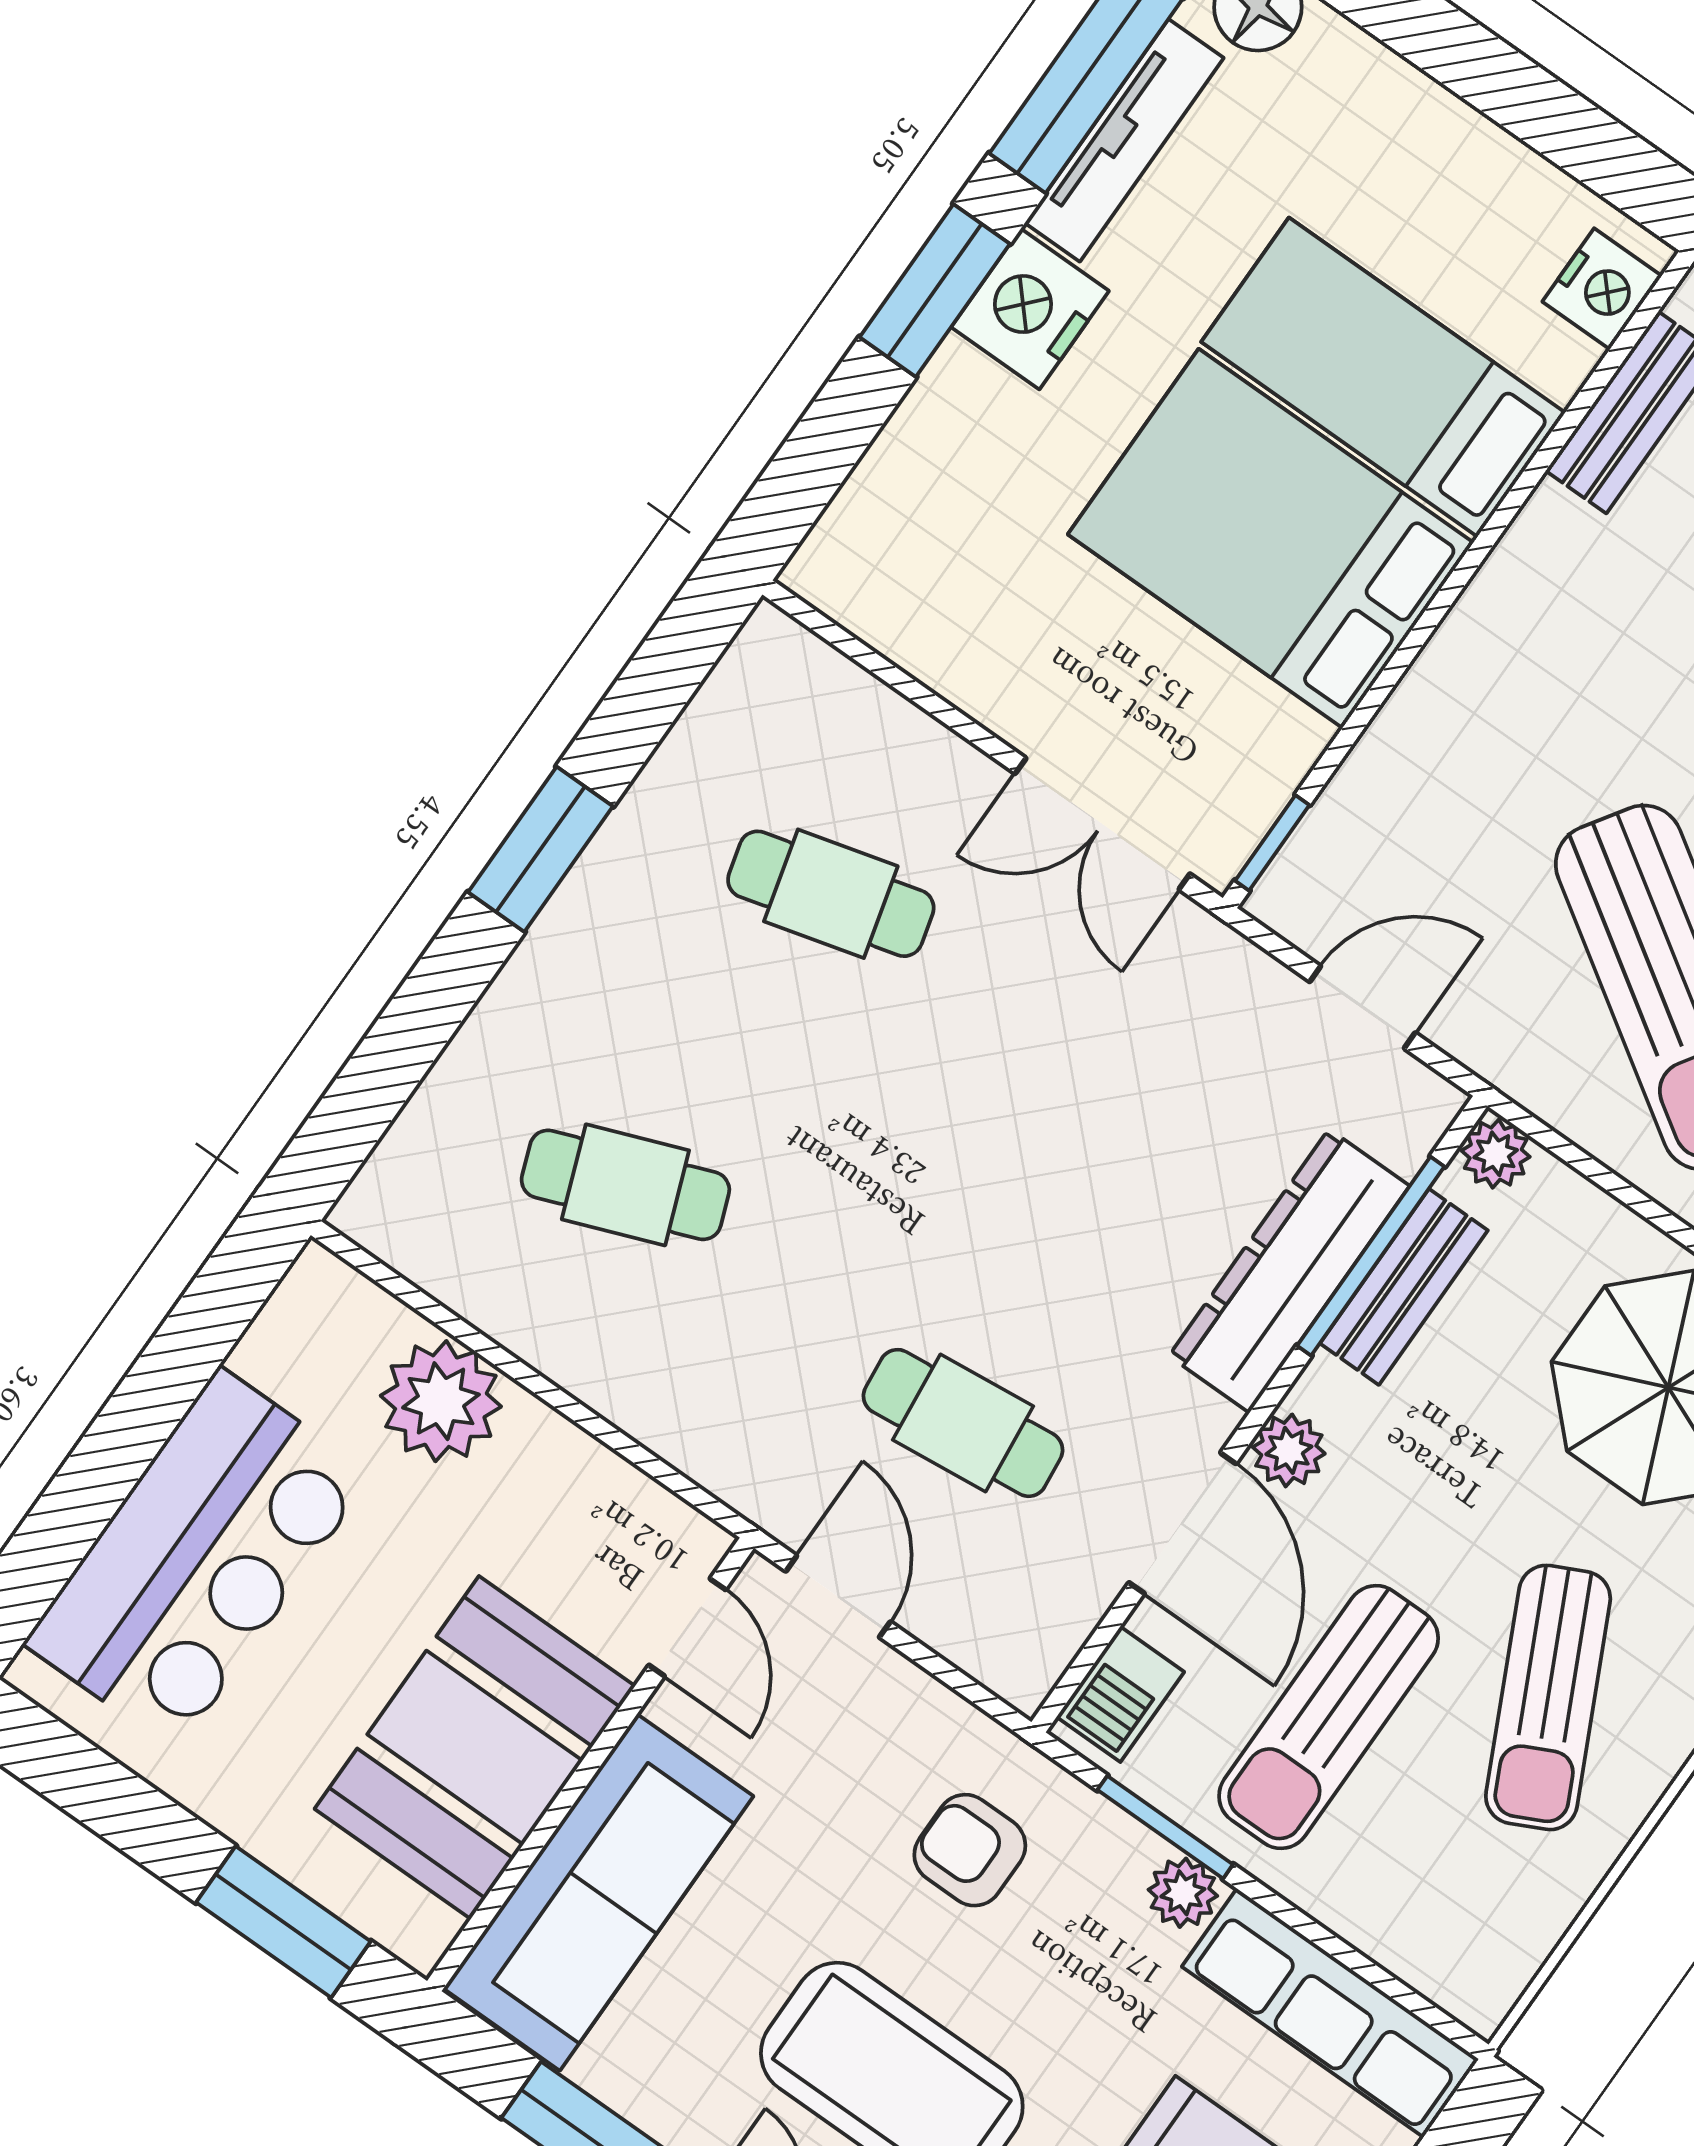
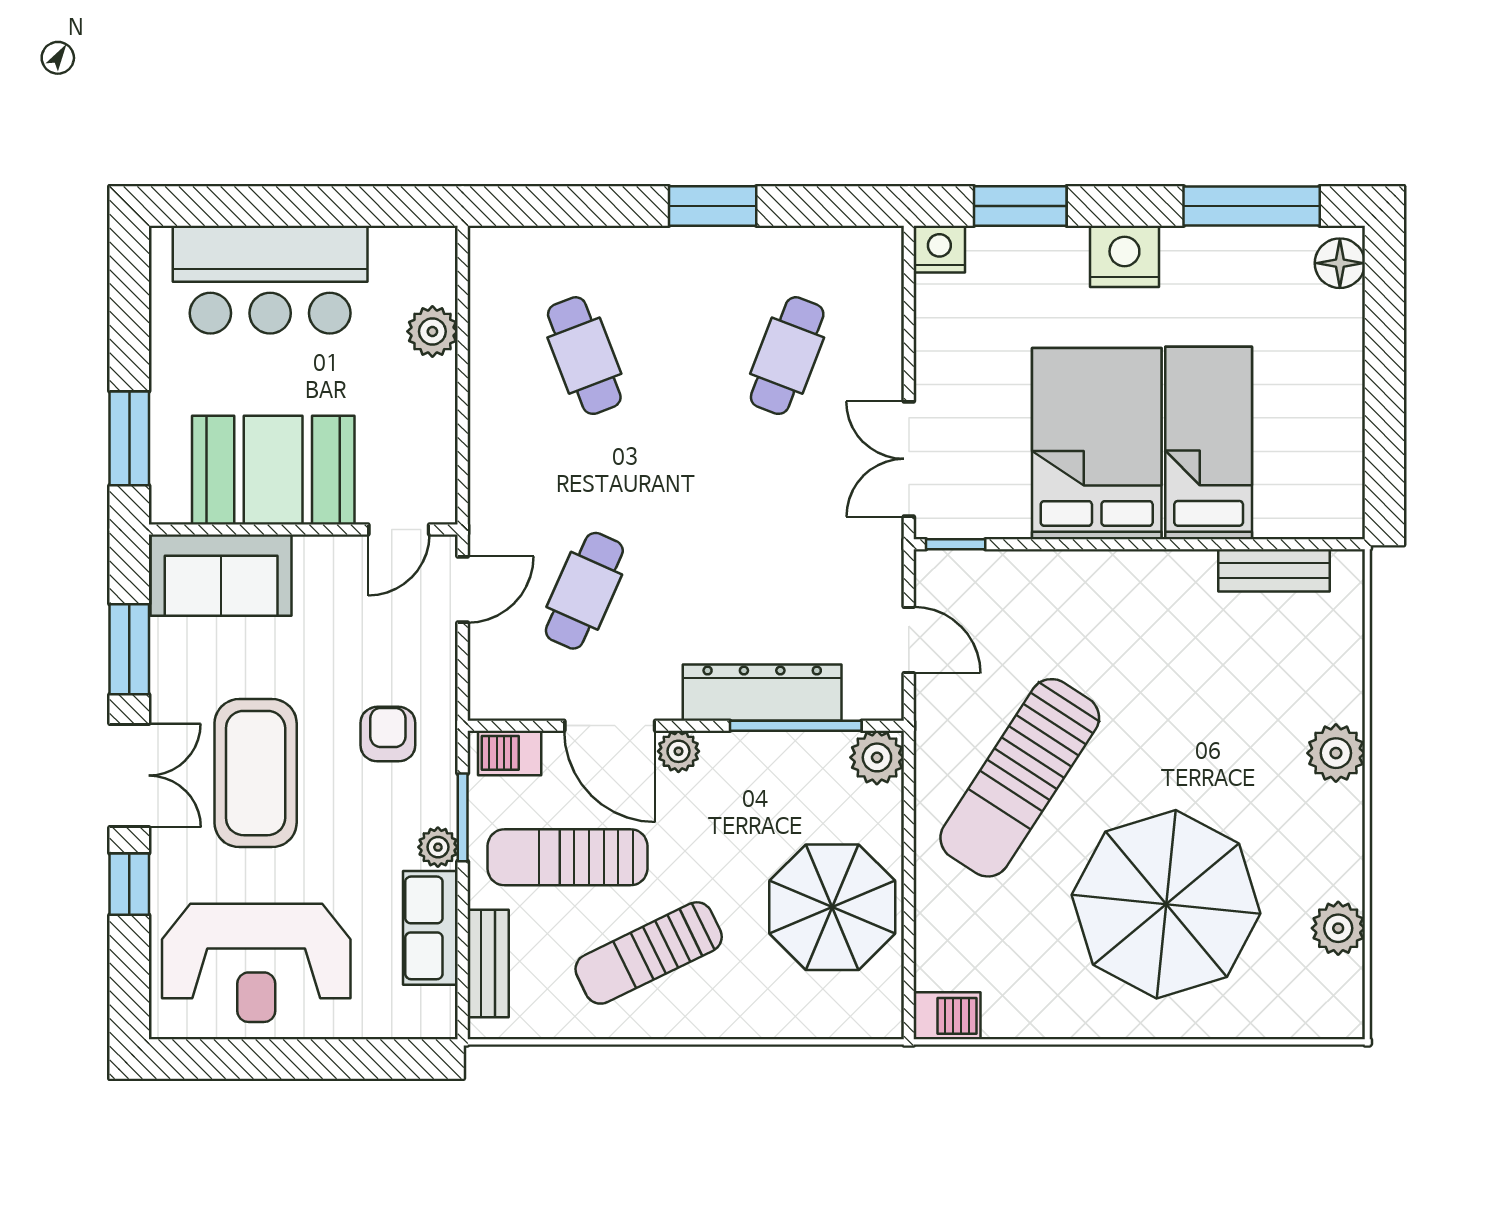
tv unit: (1124, 140) -> (1234, 245), removed
nightstand: (1602, 289) -> (939, 249), moved, turned 180
window: (935, 290) -> (1020, 206), moved
cafe table: (831, 894) -> (787, 356), turned 36
plant: (1496, 1154) -> (877, 757), width x1.38, depth x1.38
bench: (1404, 1287) -> (488, 963), moved, turned 90
plant: (441, 1401) -> (432, 331), width x0.73, depth x0.73
cafe table: (963, 1423) -> (584, 591), turned 30
door: (1182, 1523) -> (610, 726), hinge flipped
sofa: (598, 1892) -> (221, 575), width x0.73
row of seats: (1330, 2013) -> (430, 928), width x0.68

